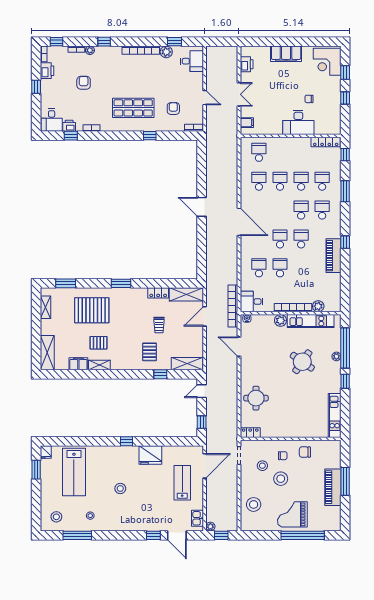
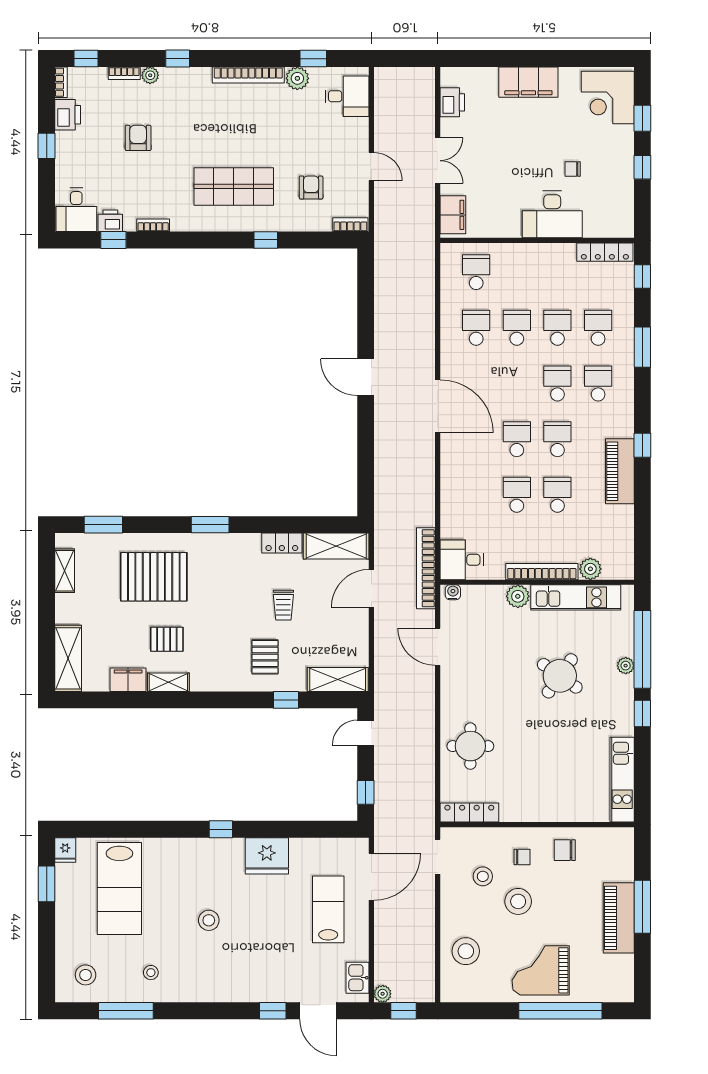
filing cabinet: (247, 123) -> (453, 215), width x2.00
school desk: (259, 268) -> (557, 495), moved
locker: (250, 433) -> (469, 813), width x1.53

